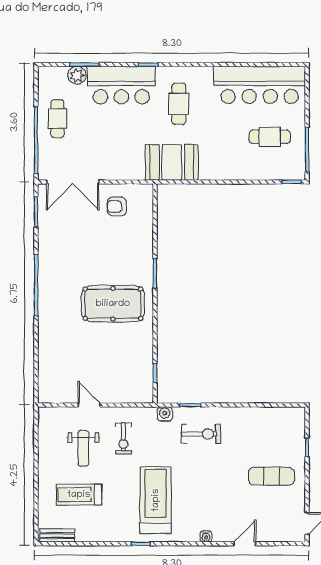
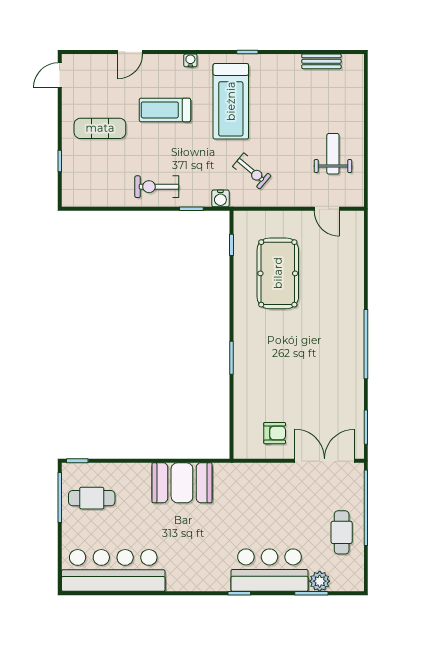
cafe table: (179, 104) -> (205, 549), removed
cafe table: (270, 137) -> (92, 498), moved
booth: (172, 162) -> (182, 483), moved
pool table: (113, 304) -> (278, 273), moved, turned 90
door: (89, 405) -> (327, 209), moved
exercise bike: (201, 434) -> (157, 187), moved
exercise bike: (123, 438) -> (252, 171), moved, turned 130
weight bench: (83, 448) -> (333, 154), moved
treadmill: (79, 495) -> (165, 110), moved, turned 180
bench: (57, 536) -> (321, 61), moved
water cooler: (206, 536) -> (190, 60), moved

